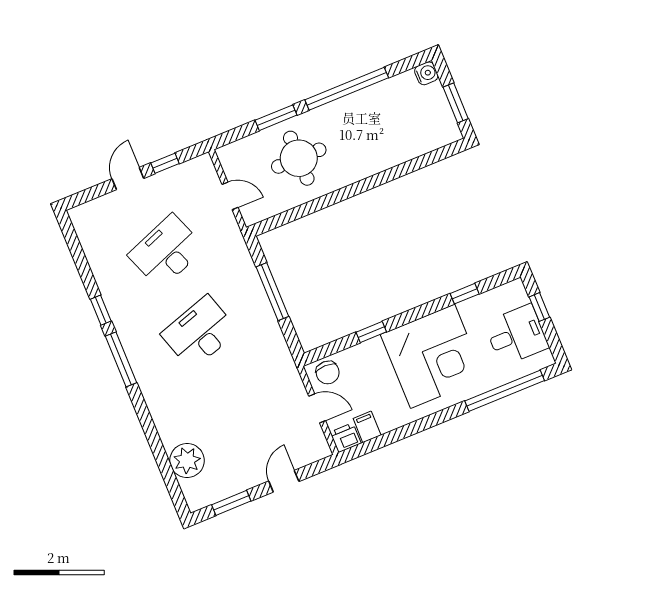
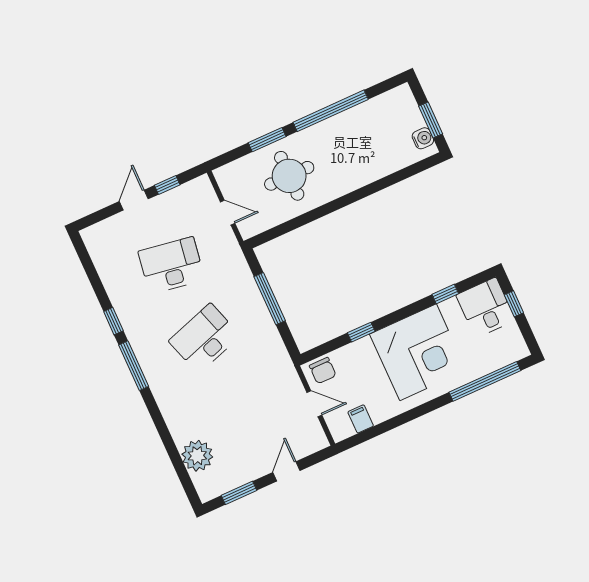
water cooler: (426, 73) -> (423, 138), moved
desk: (166, 251) -> (171, 265), turned 30
desk: (516, 335) -> (486, 308), moved, turned -90
printer: (346, 438) -> (341, 430), removed

